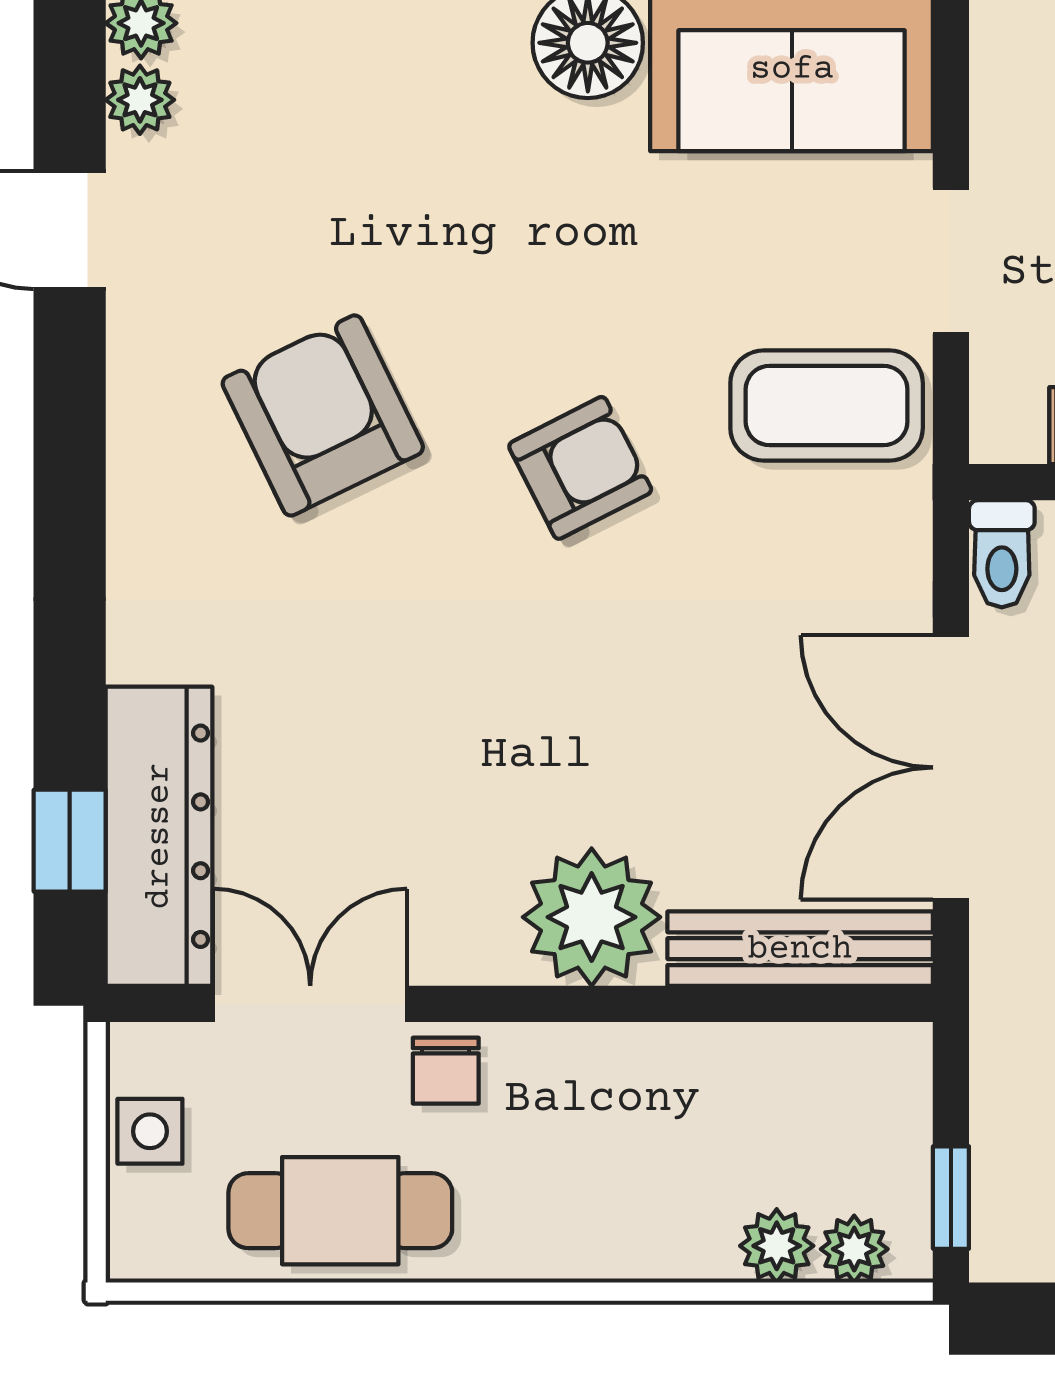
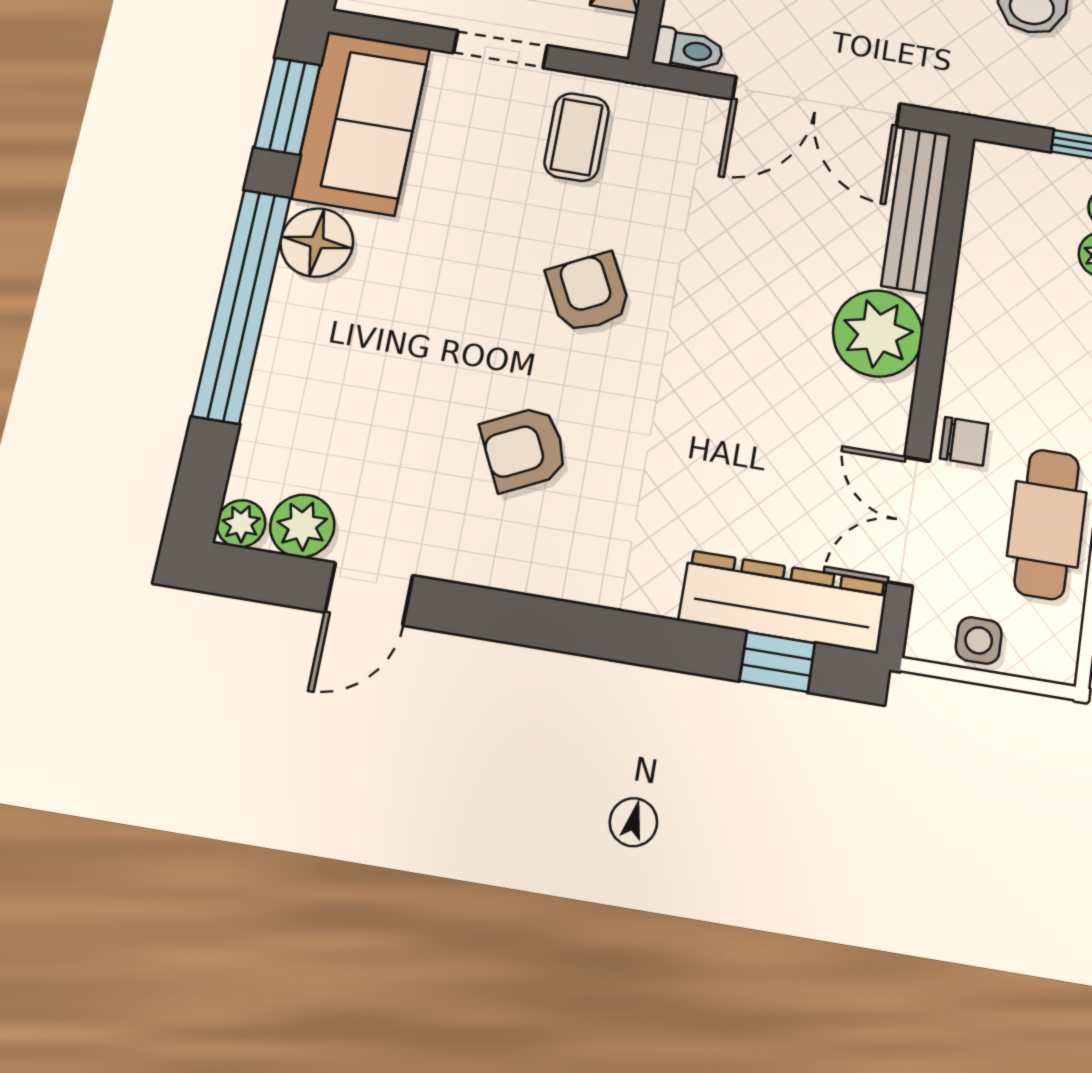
plant: (140, 100) -> (302, 526), width x1.38, depth x1.38
coffee table: (827, 406) -> (577, 137), width x0.73, depth x0.77
armchair: (323, 415) -> (524, 449), width x0.72, depth x0.72

